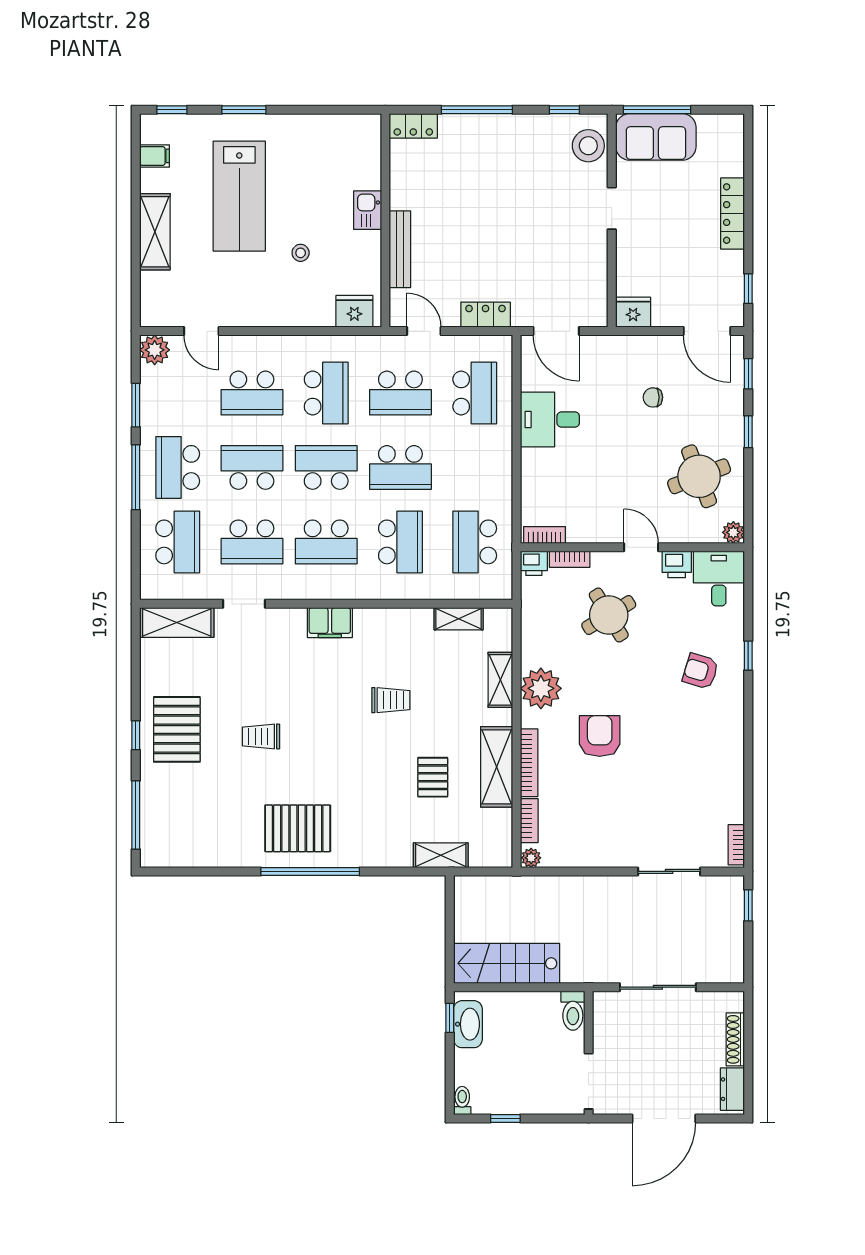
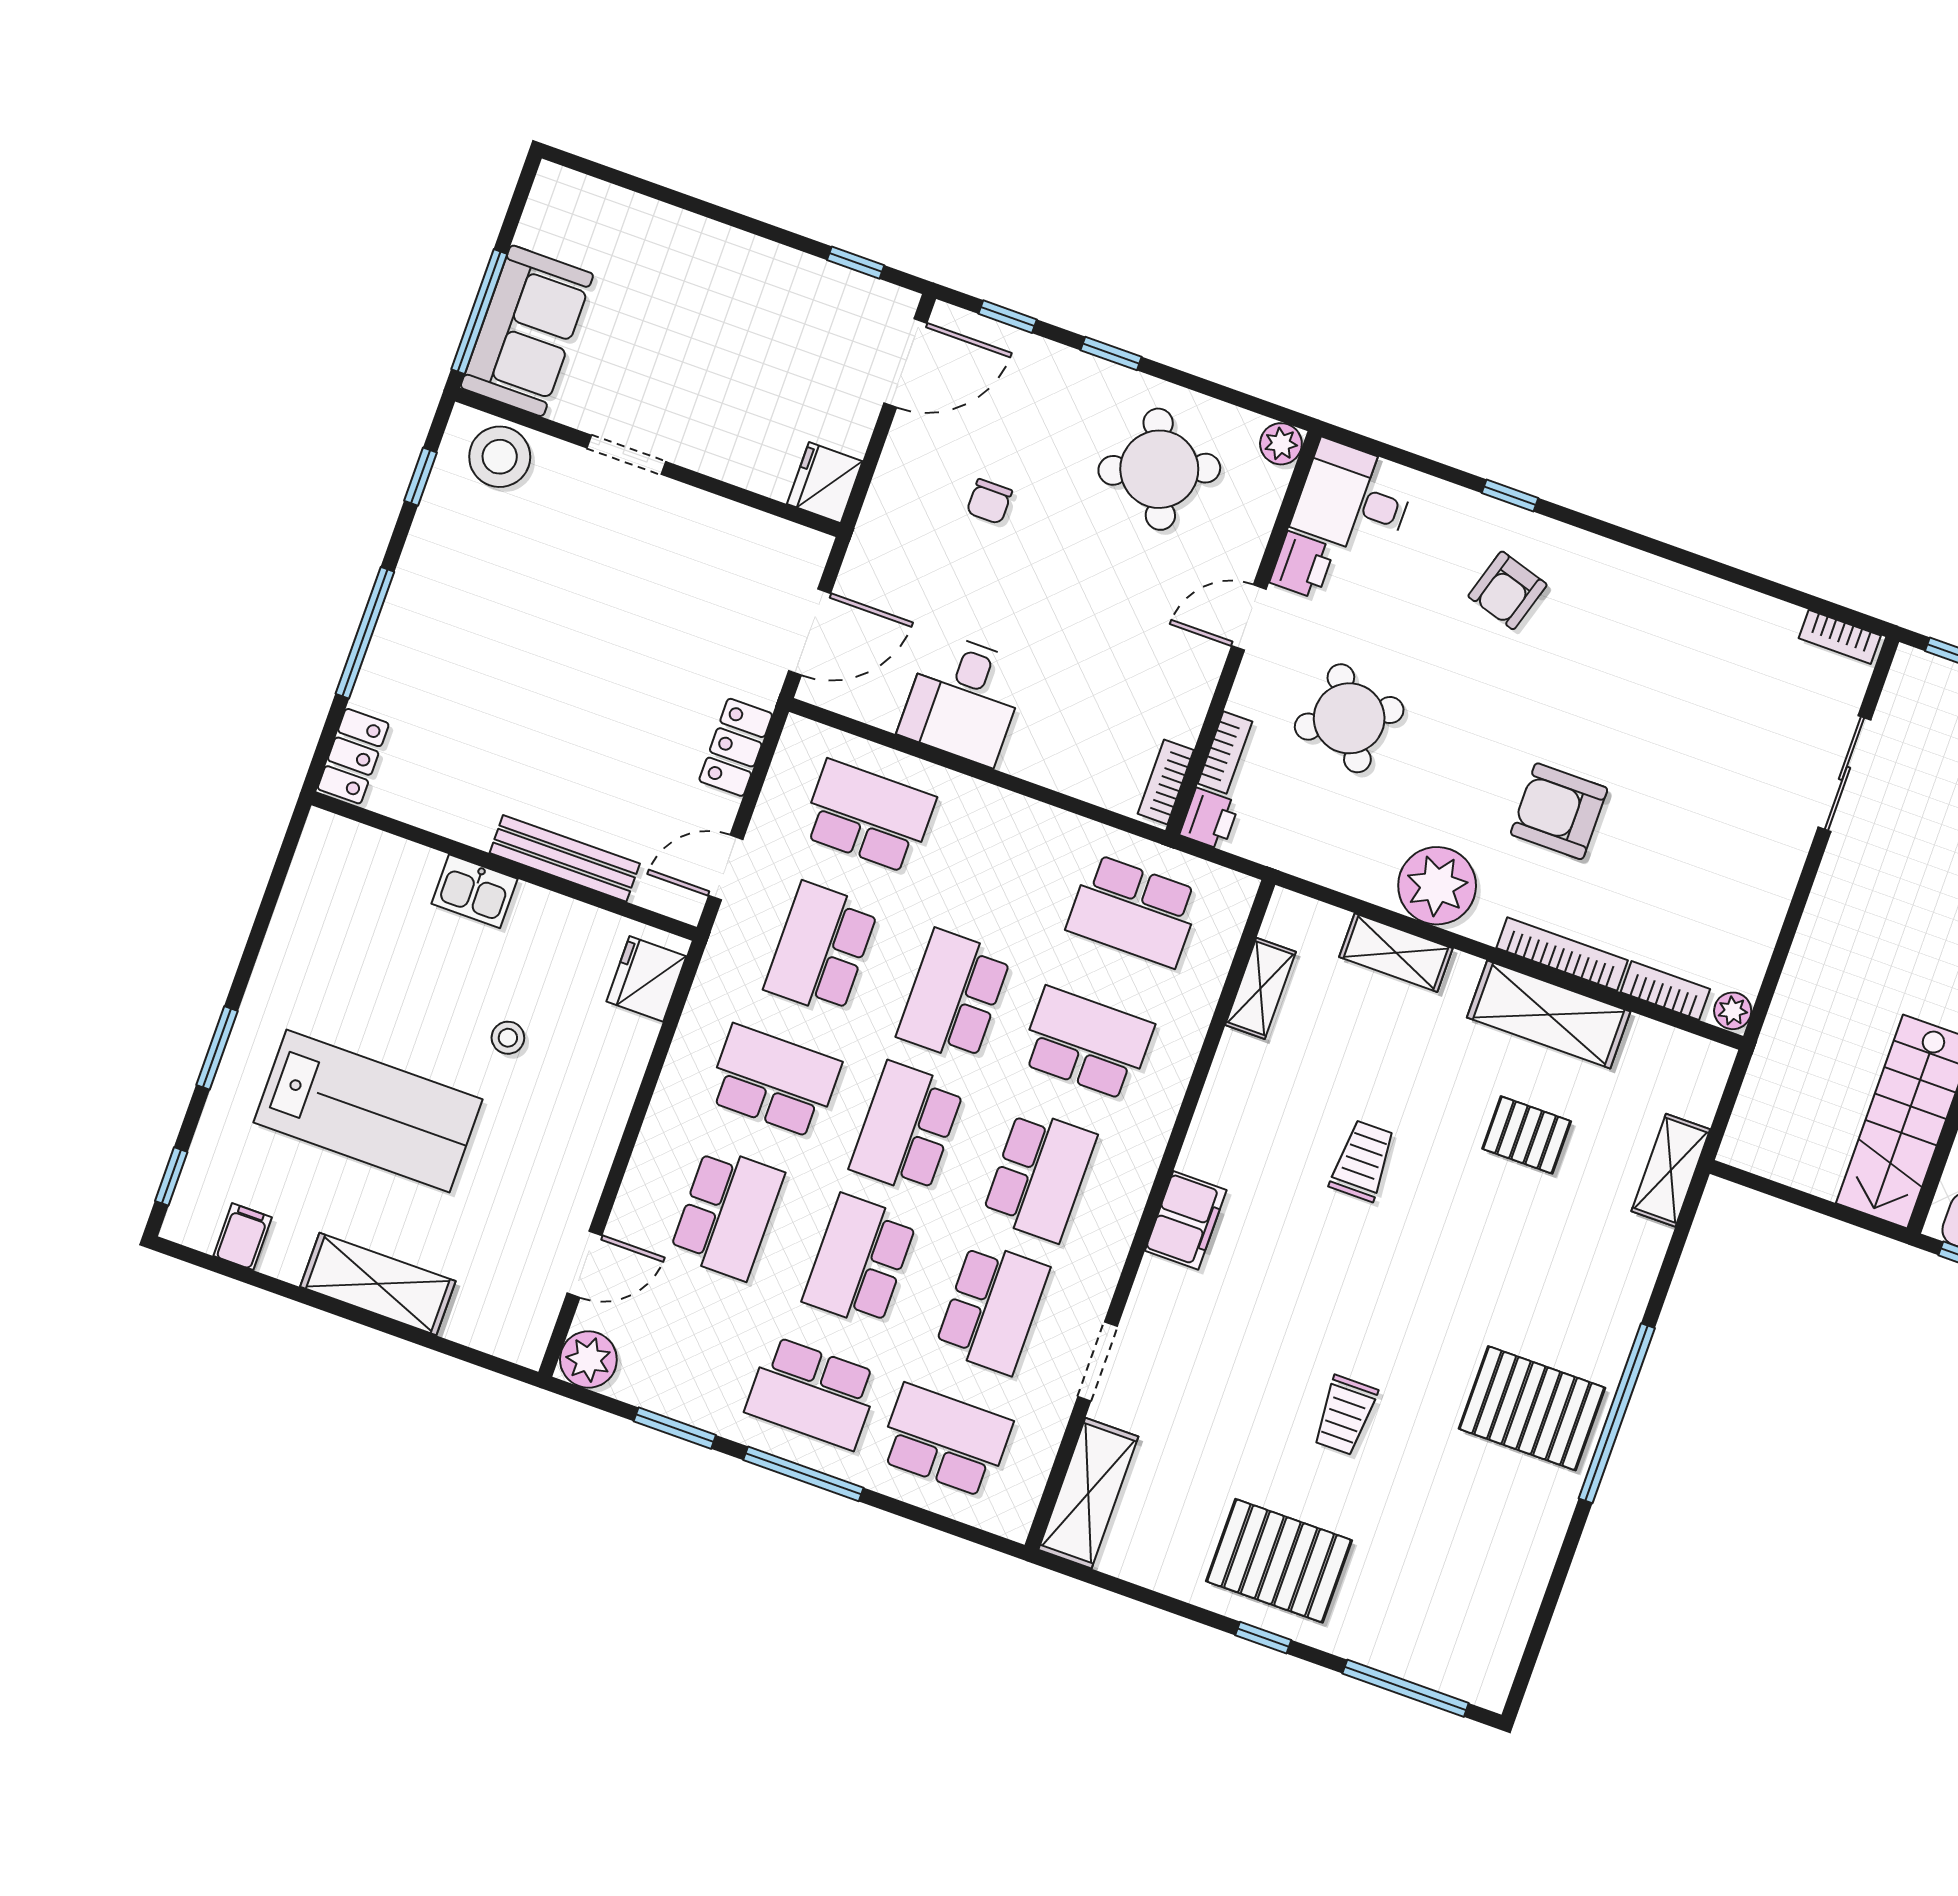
locker: (732, 214) -> (712, 243), removed
school desk: (400, 393) -> (821, 949), turned 180
school desk: (400, 467) -> (954, 996), turned 180
pallet: (298, 828) -> (1532, 1408), turned 90

